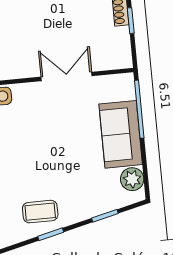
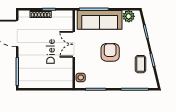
sofa: (121, 134) -> (100, 20), width x1.36
armchair: (58, 149) -> (110, 52), added

